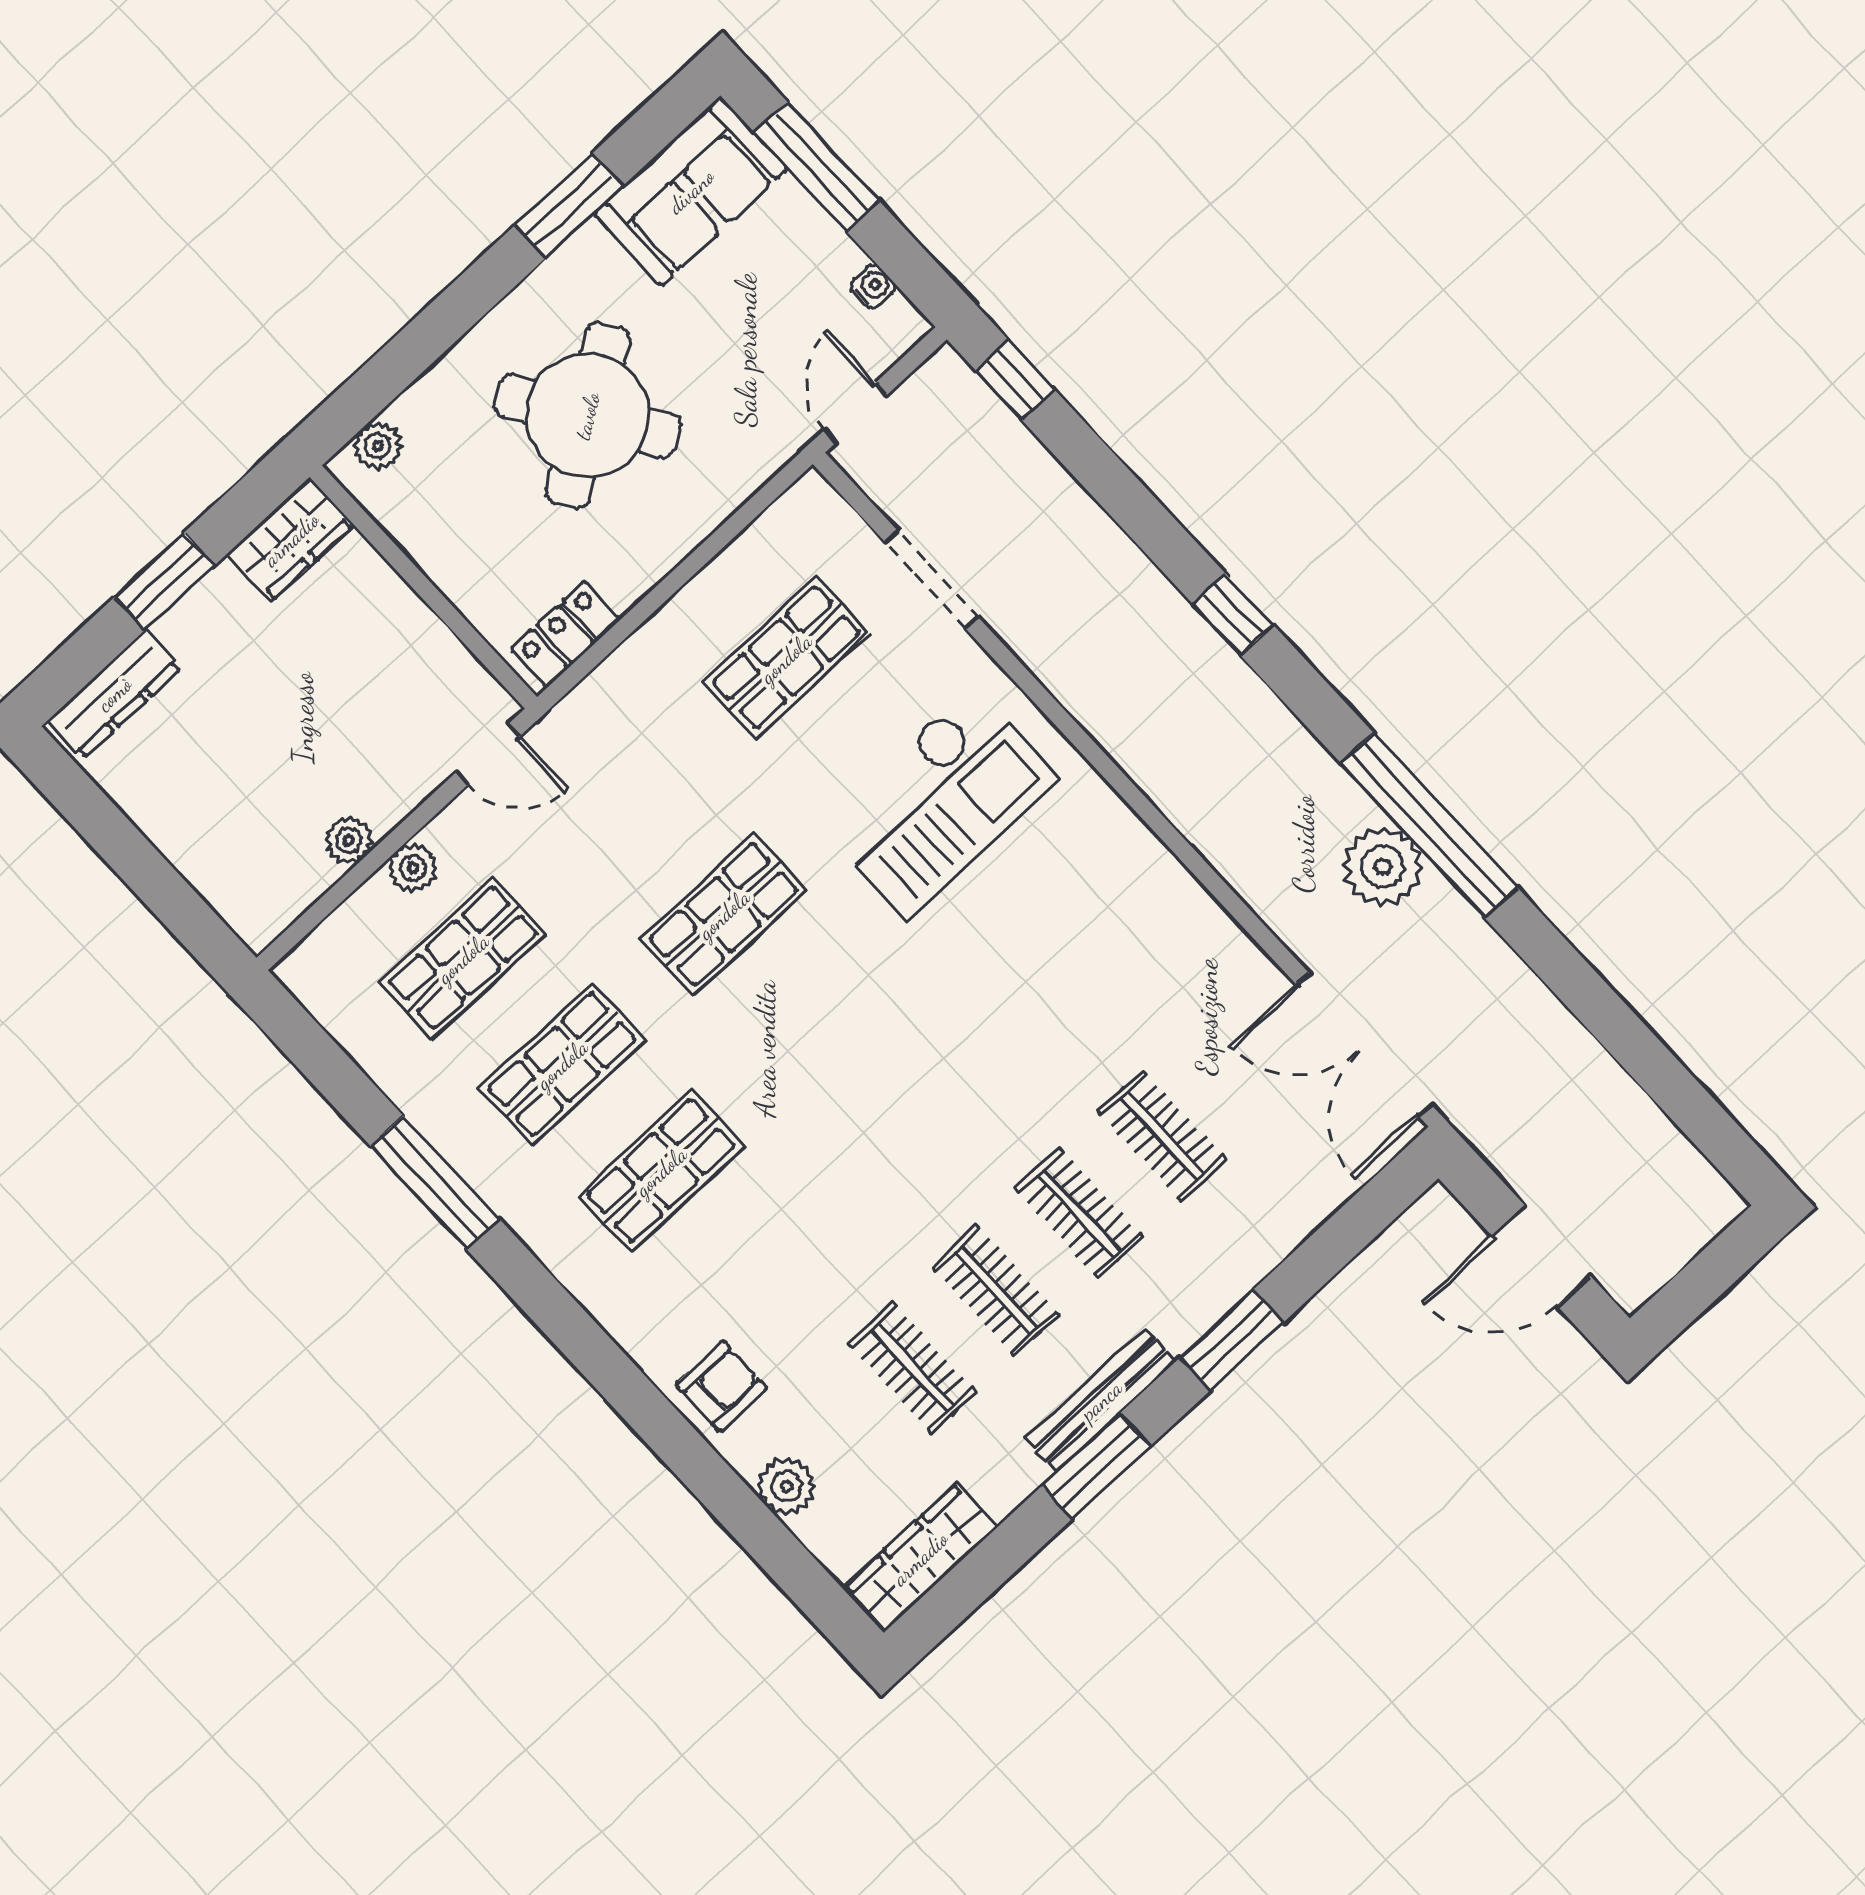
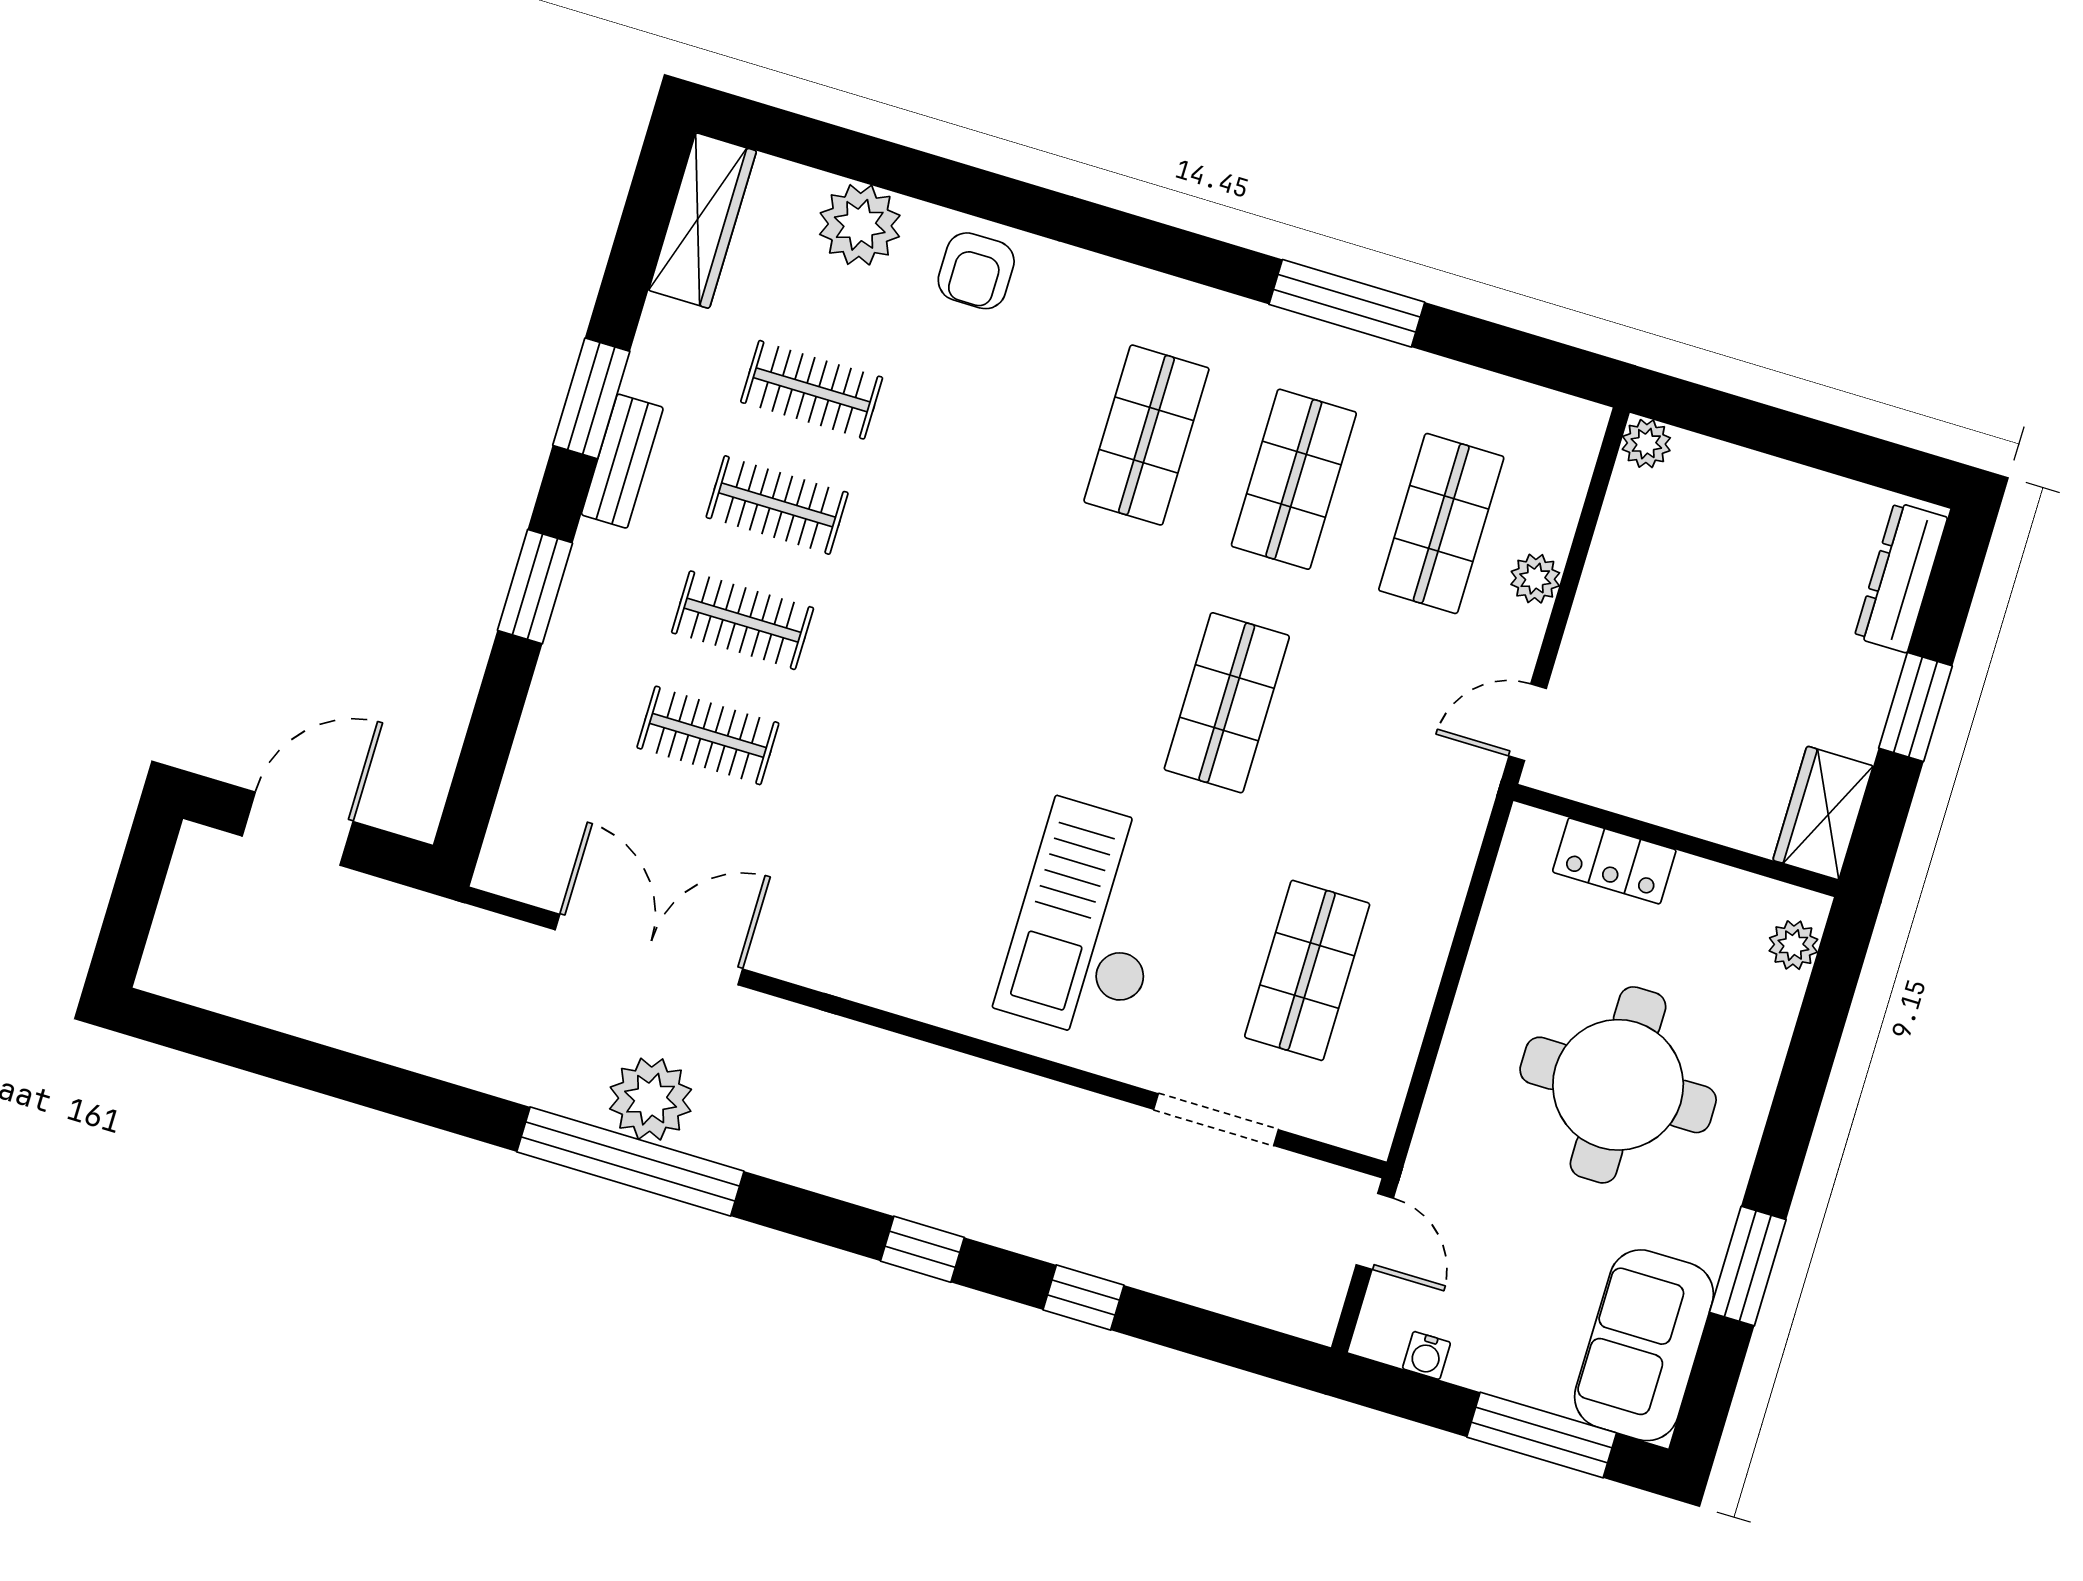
window: (1015, 380) -> (1083, 1298), moved
round table: (587, 416) -> (1618, 1085), turned 33
locker: (565, 634) -> (1614, 861), moved, turned 90
plant: (349, 840) -> (1646, 444), moved
double door: (1364, 1045) -> (649, 949), moved
bench: (1101, 1400) -> (622, 461), width x0.73
plant: (787, 1486) -> (860, 225), width x1.36, depth x1.36

